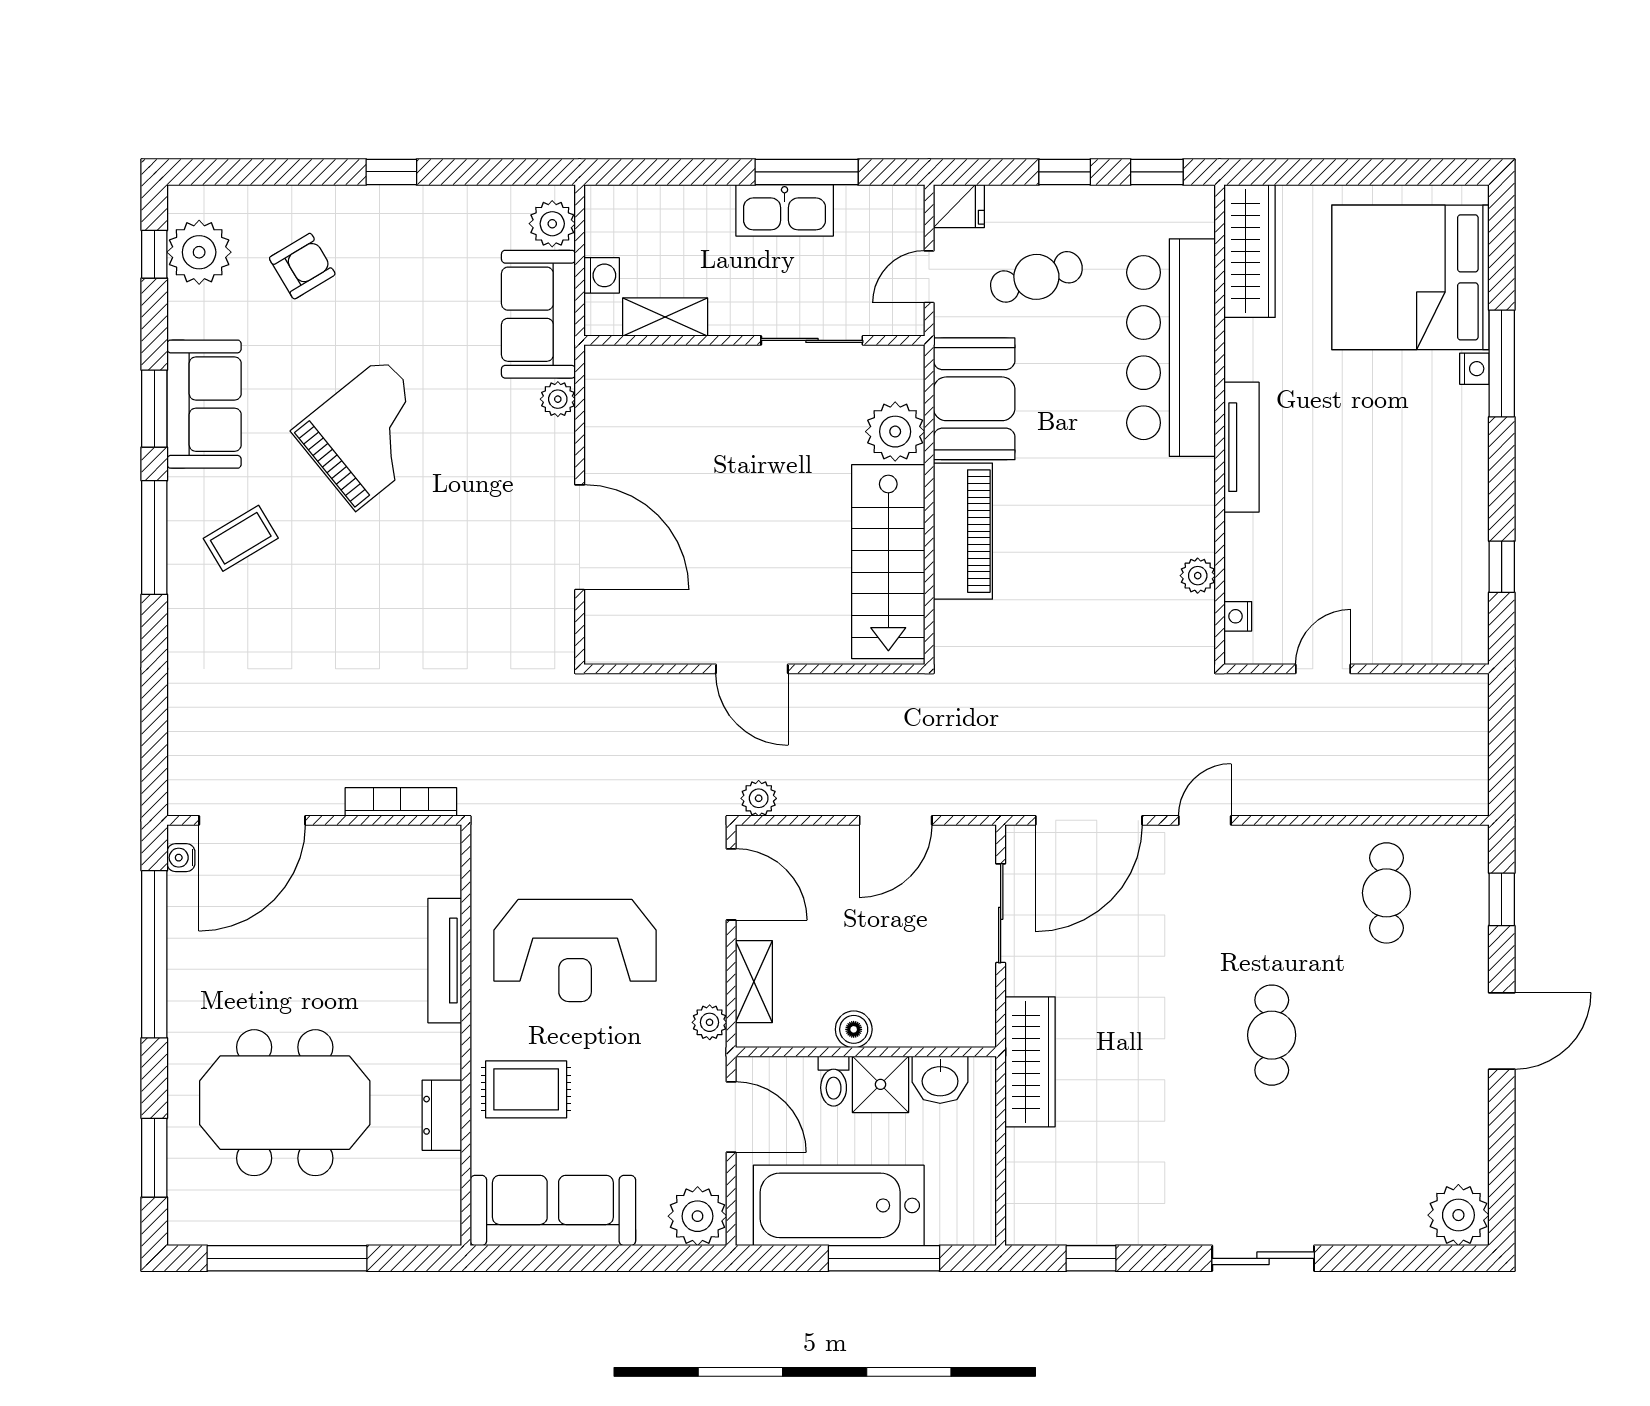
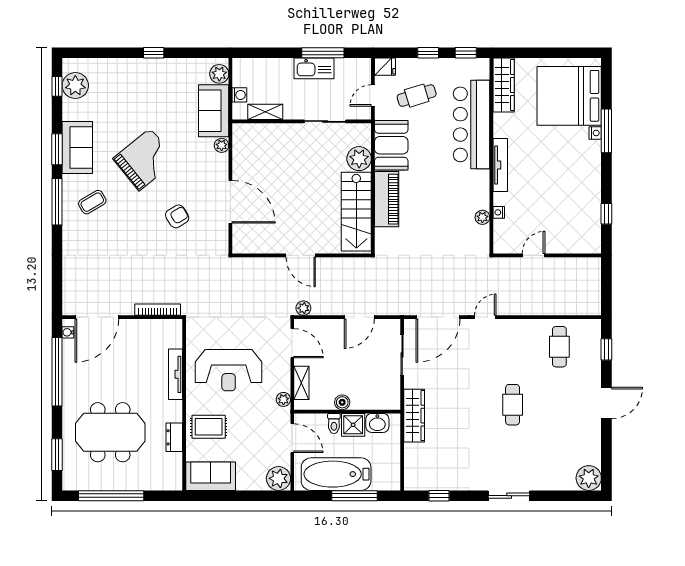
armchair: (302, 266) -> (177, 216), moved
nightstand: (1238, 616) -> (499, 212), moved
sofa: (553, 1210) -> (211, 476), width x0.73

